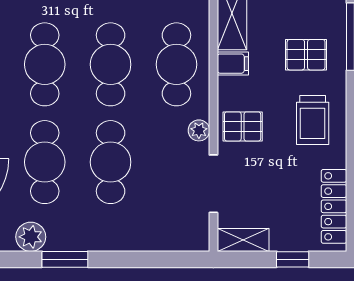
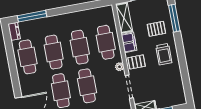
filing cabinet: (233, 64) -> (129, 42), width x2.00
locker: (334, 206) -> (179, 87), removed

